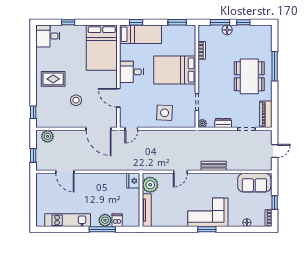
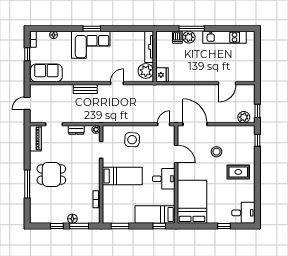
bed: (175, 70) -> (122, 176), width x0.67
dining table: (249, 76) -> (51, 175), width x0.73
window: (33, 155) -> (257, 111), moved
door: (65, 172) -> (227, 83), swing flipped

